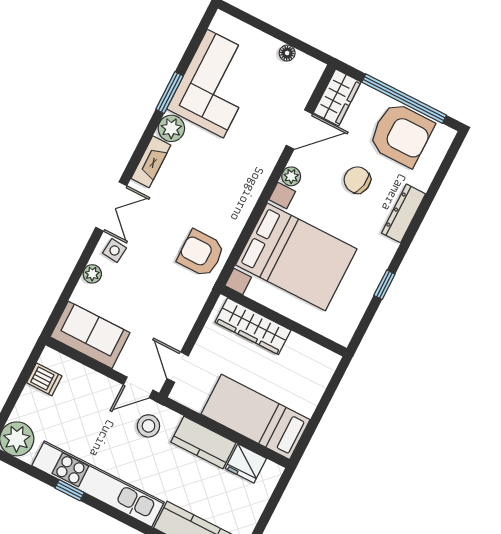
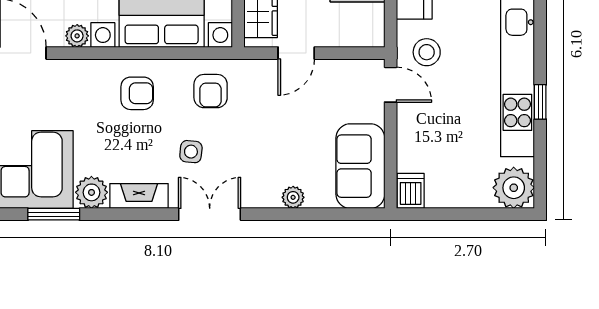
armchair: (227, 199) -> (137, 93), added
side table: (115, 250) -> (191, 152), moved
armchair: (201, 253) -> (211, 91), width x0.72, depth x0.72
door: (178, 367) -> (296, 53), moved
dishwasher: (44, 379) -> (411, 191), moved

